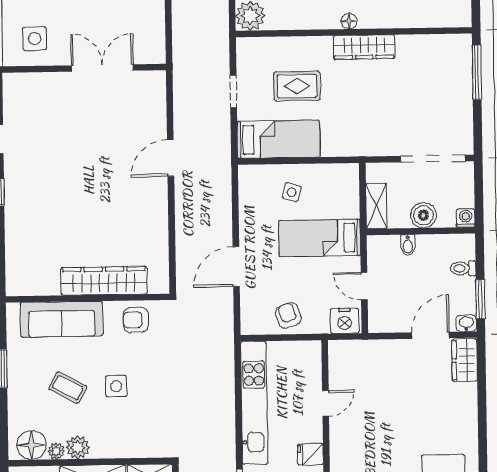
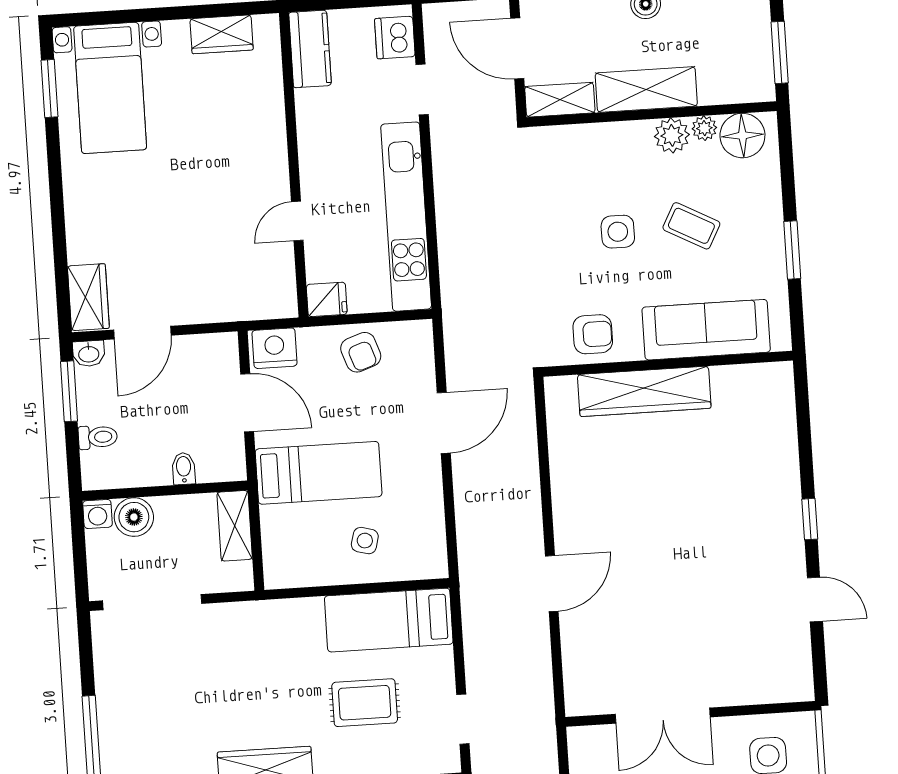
doorway: (233, 91) -> (463, 719), moved
boiler: (423, 215) -> (134, 517), moved
door: (364, 286) -> (247, 403), width x1.38
fridge: (310, 454) -> (327, 299), moved

